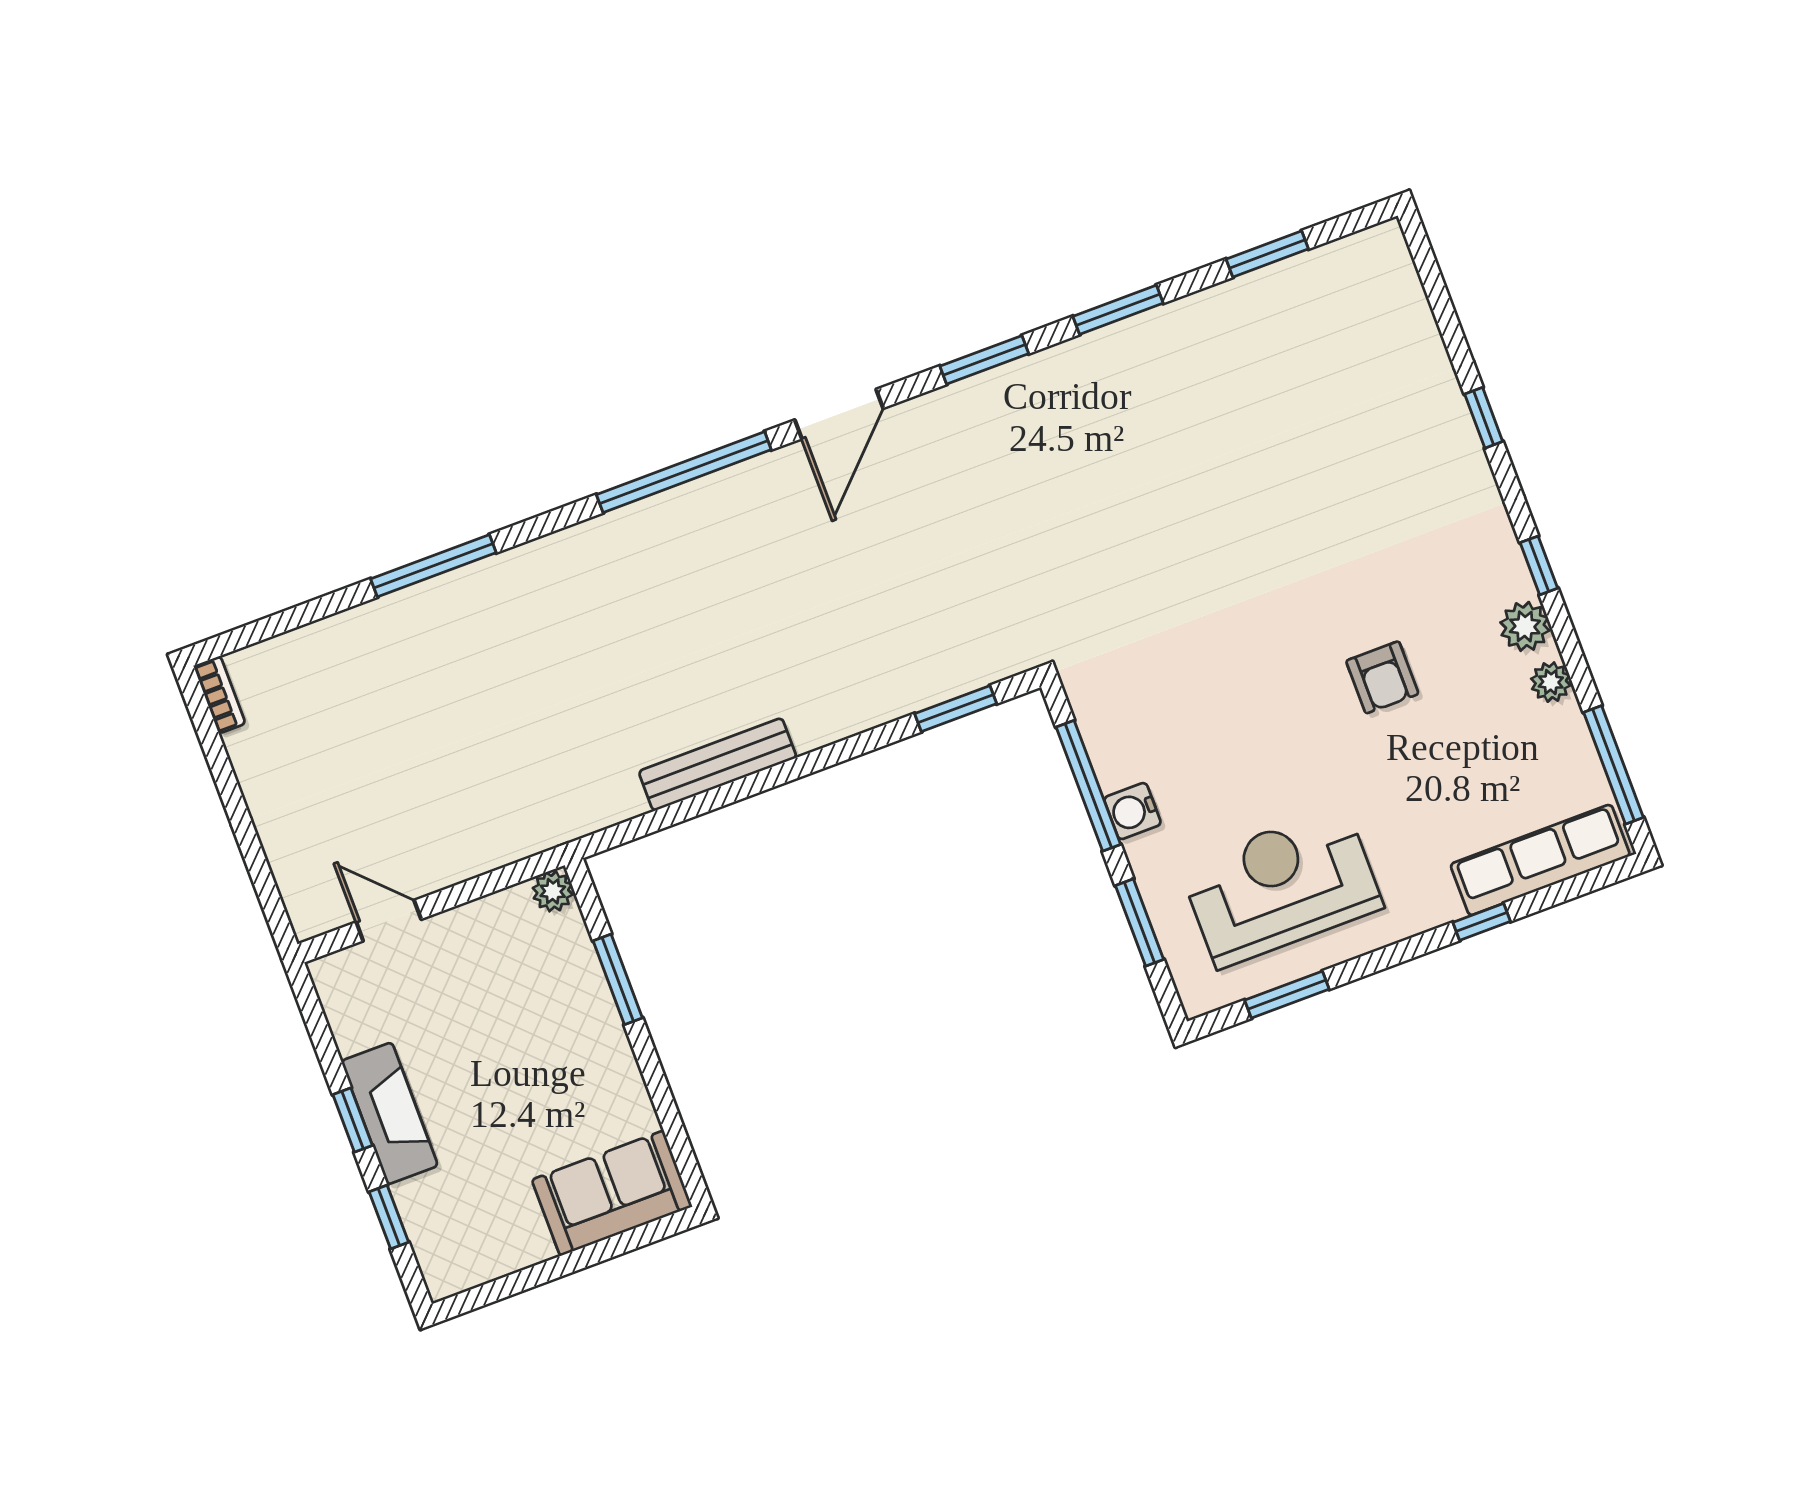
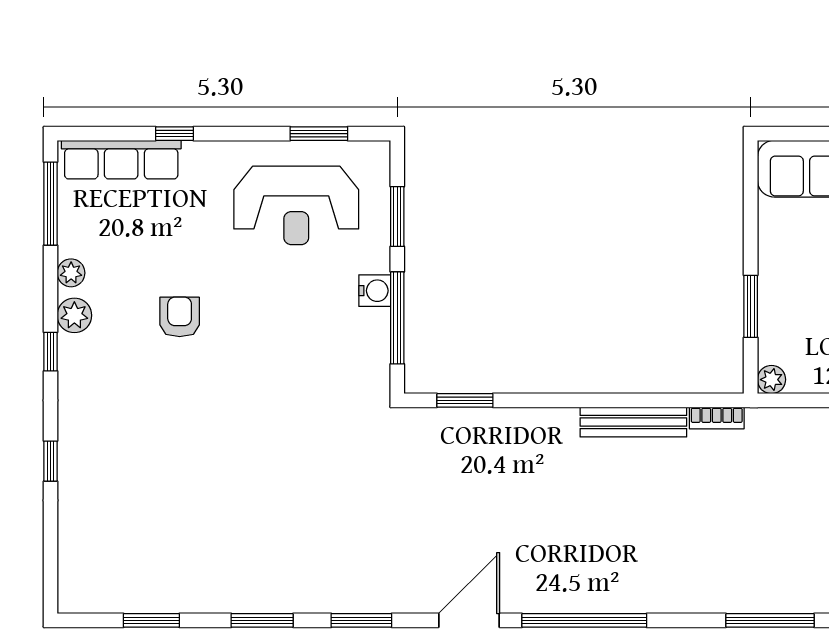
bookcase: (607, 812) -> (717, 418), added

